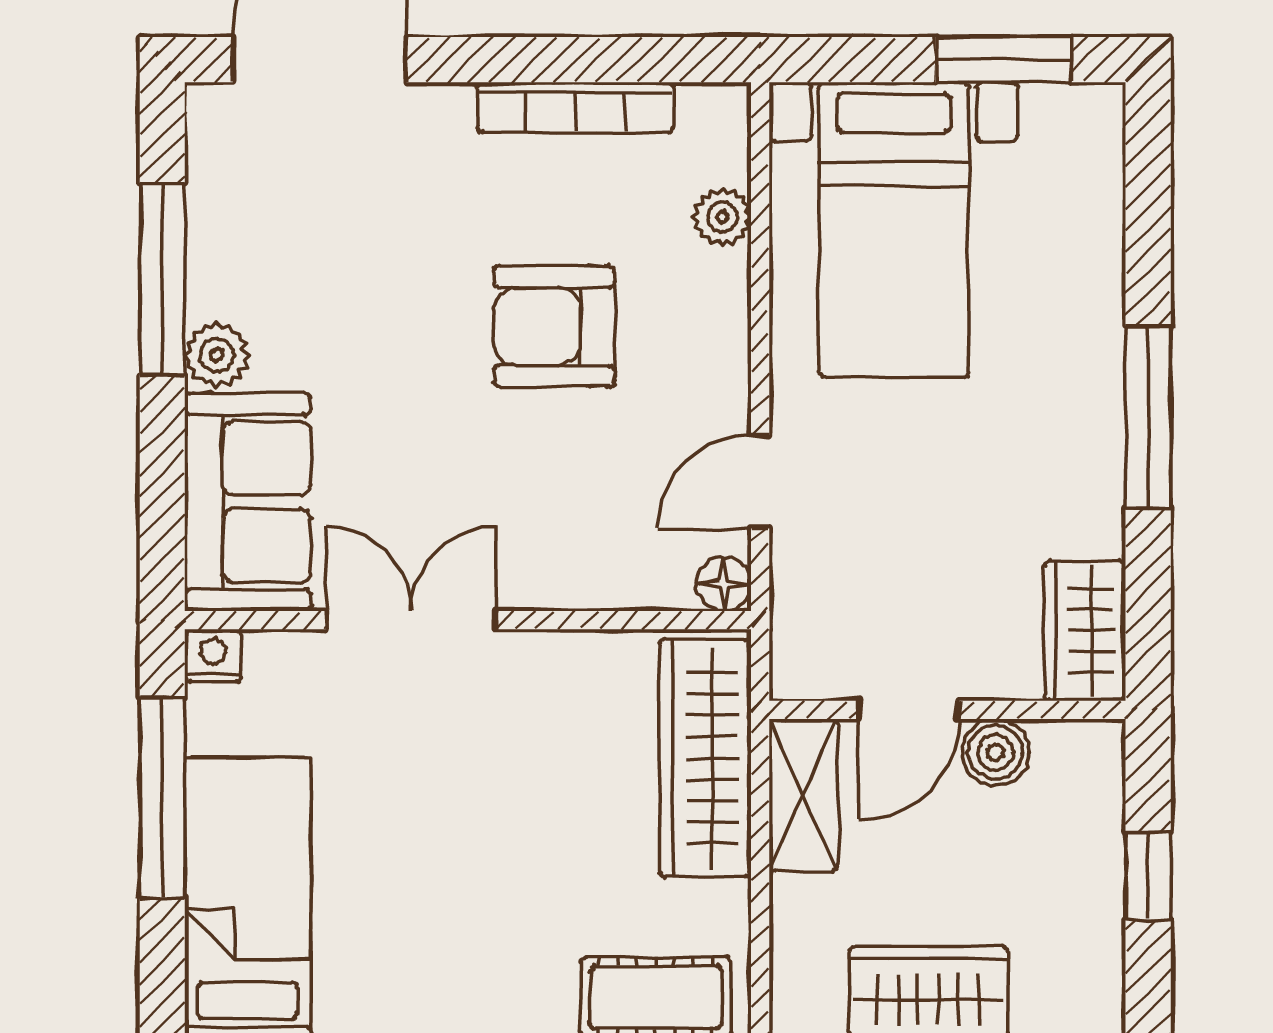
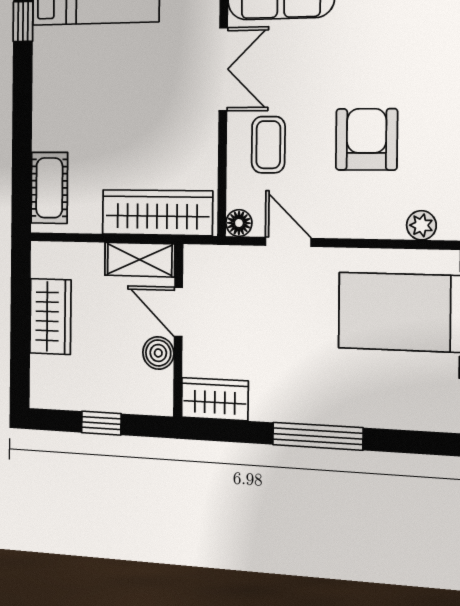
coffee table: (565, 525) -> (268, 145), added

